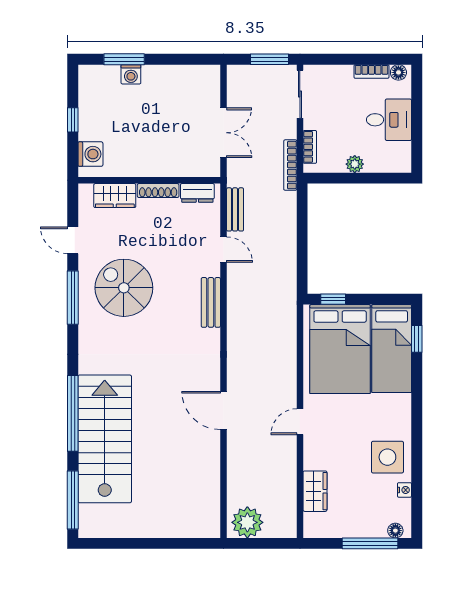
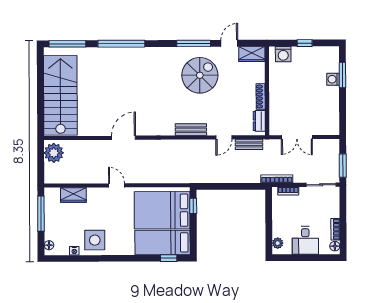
plant: (355, 164) -> (278, 243), moved
wardrobe: (115, 196) -> (252, 54), moved, turned -90
stairs: (105, 439) -> (60, 95), moved, turned -90
window: (370, 543) -> (41, 214), moved

